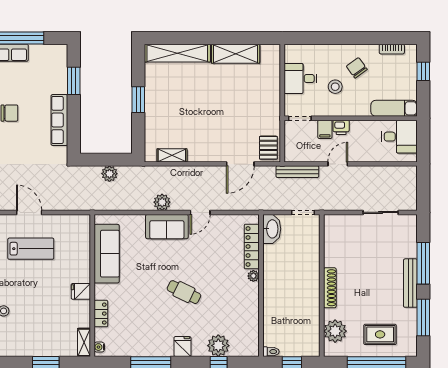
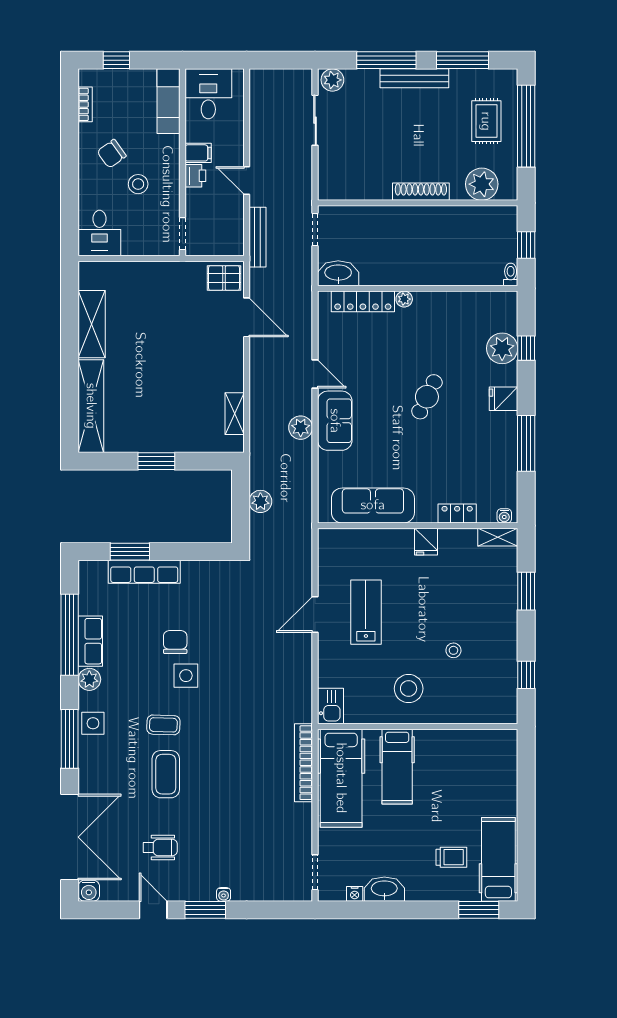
desk: (300, 79) -> (99, 233), moved
row of seats: (59, 120) -> (144, 572), moved
filing cabinet: (325, 129) -> (198, 153), moved
plant: (409, 225) -> (332, 80), added

